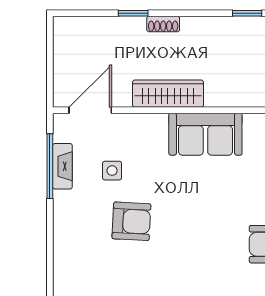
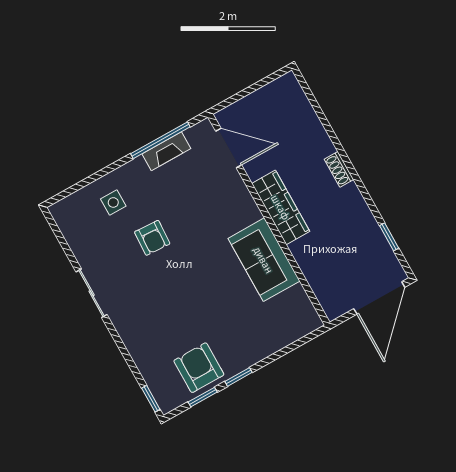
window: (133, 13) -> (334, 138), removed
side table: (112, 171) -> (113, 202), moved
armchair: (131, 221) -> (152, 238), width x0.72, depth x0.72

